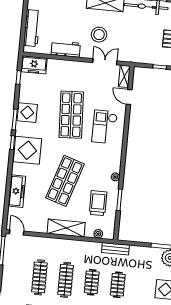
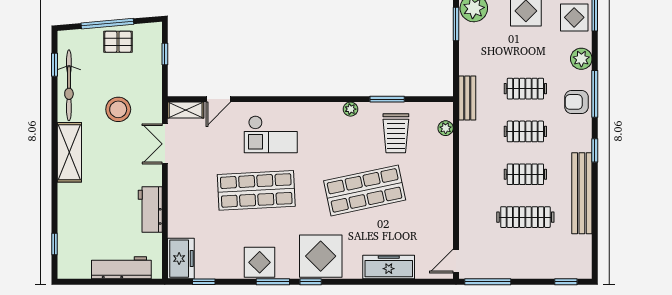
stool: (99, 35) -> (118, 109), moved
shop shelf: (65, 181) -> (365, 190), turned -30
trolley: (98, 203) -> (396, 133), turned -90
shelving: (66, 228) -> (441, 181), removed
clothes rail: (66, 280) -> (525, 174), width x0.73

